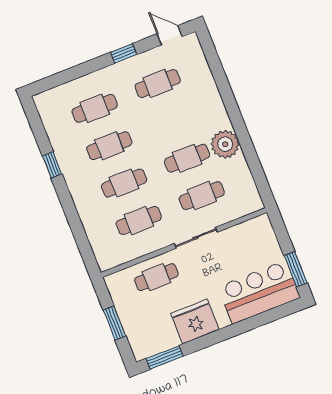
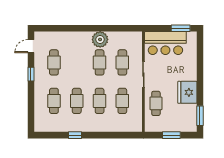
bar counter: (259, 292) -> (165, 43), moved, turned -90

